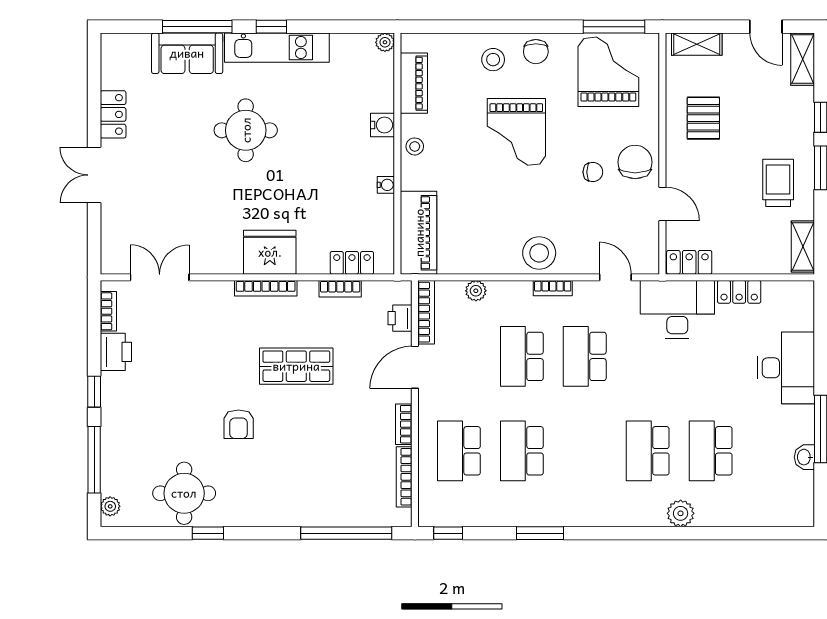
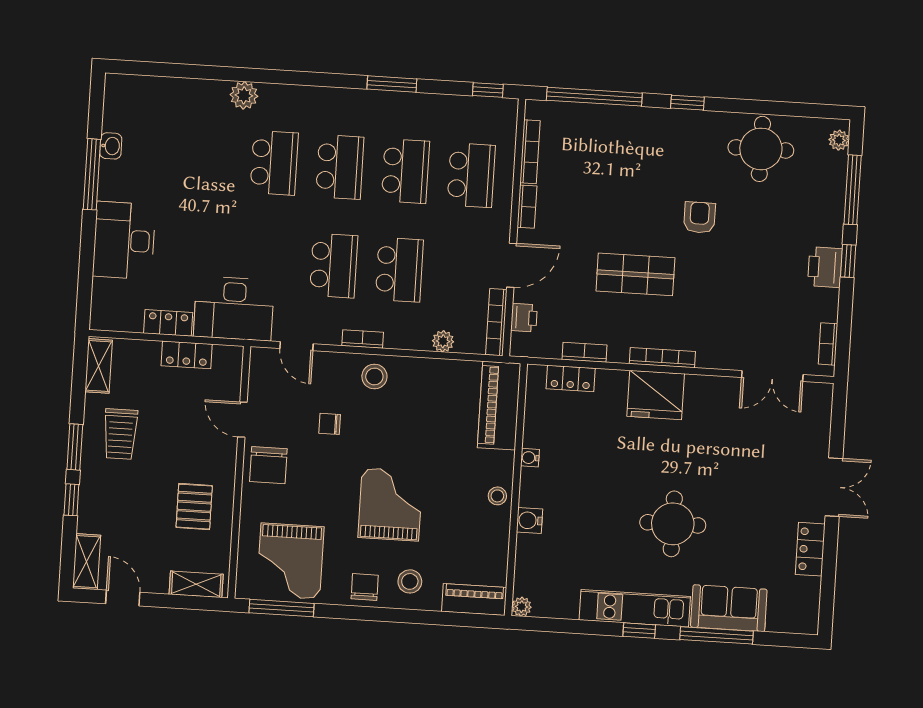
piano: (414, 83) -> (474, 599), moved, turned 90
chair: (593, 172) -> (330, 424), moved
stool: (539, 253) -> (374, 377), width x0.73, depth x0.73
locker: (689, 262) -> (187, 355), moved
printer: (116, 352) -> (825, 267), moved
school desk: (711, 451) -> (340, 167), moved
window: (208, 533) -> (687, 103), moved

